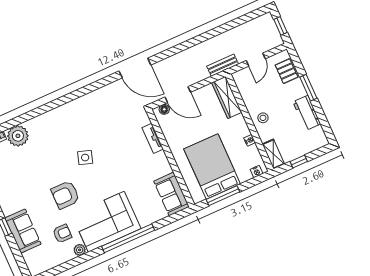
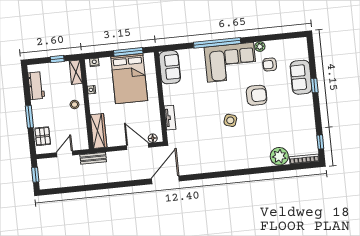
door: (135, 68) -> (165, 180), hinge flipped
workbench: (307, 113) -> (36, 86), moved

